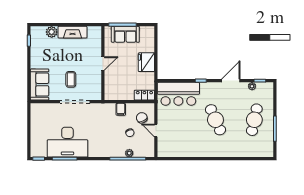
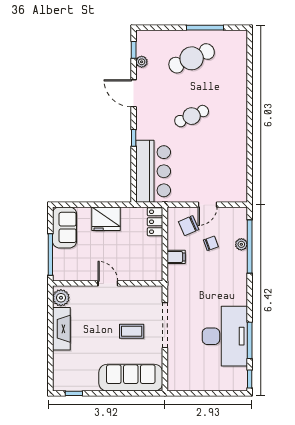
plant: (52, 32) -> (61, 298), moved
sofa: (125, 34) -> (64, 227), moved
sofa: (40, 85) -> (131, 378), width x1.36
cafe table: (215, 120) -> (192, 116), width x0.73, depth x0.74
cafe table: (254, 120) -> (192, 58), turned -36

